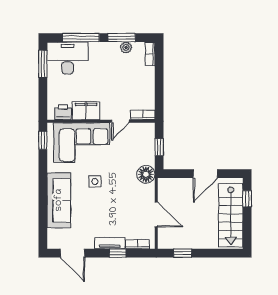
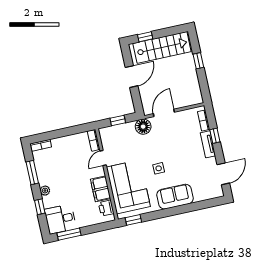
window: (81, 38) -> (40, 207), width x0.46
plant: (126, 47) -> (45, 191), moved
desk: (68, 58) -> (60, 219), width x0.73
door: (120, 121) -> (103, 158), swing flipped
door: (205, 174) -> (132, 77), hinge flipped
sofa: (59, 200) -> (175, 197), width x0.73
door: (156, 214) -> (164, 113), moved
window: (183, 253) -> (198, 61), moved

